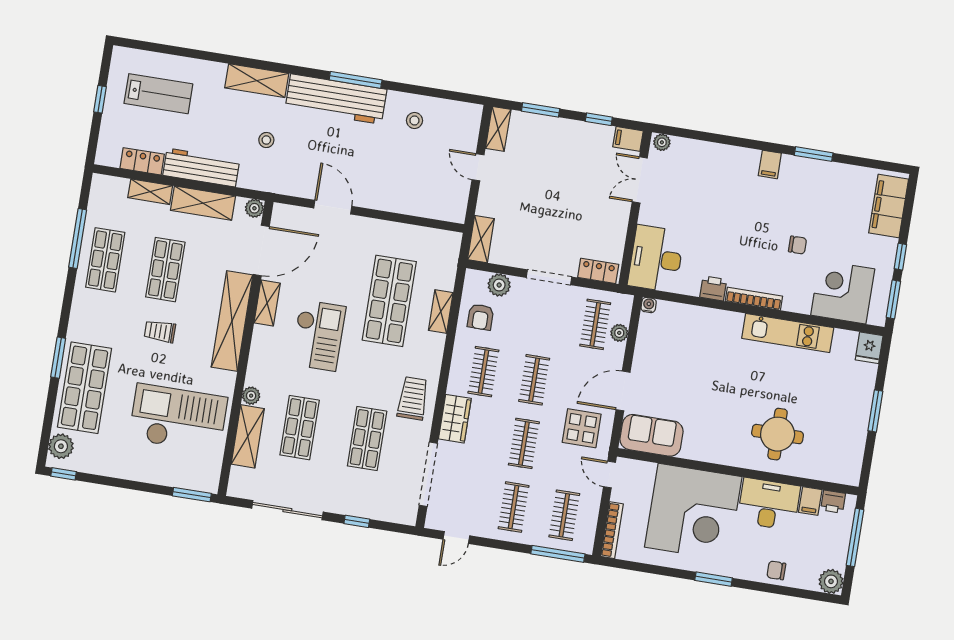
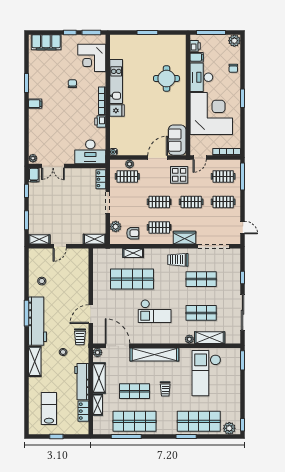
trolley: (291, 178) -> (80, 337), added
shop shelf: (105, 260) -> (135, 421), width x1.43, depth x1.36
shelving: (267, 303) -> (143, 339), removed
checkout: (318, 335) -> (155, 311), turned 180
fridge: (869, 348) -> (117, 110), moved
door: (623, 391) -> (158, 158), swing flipped

